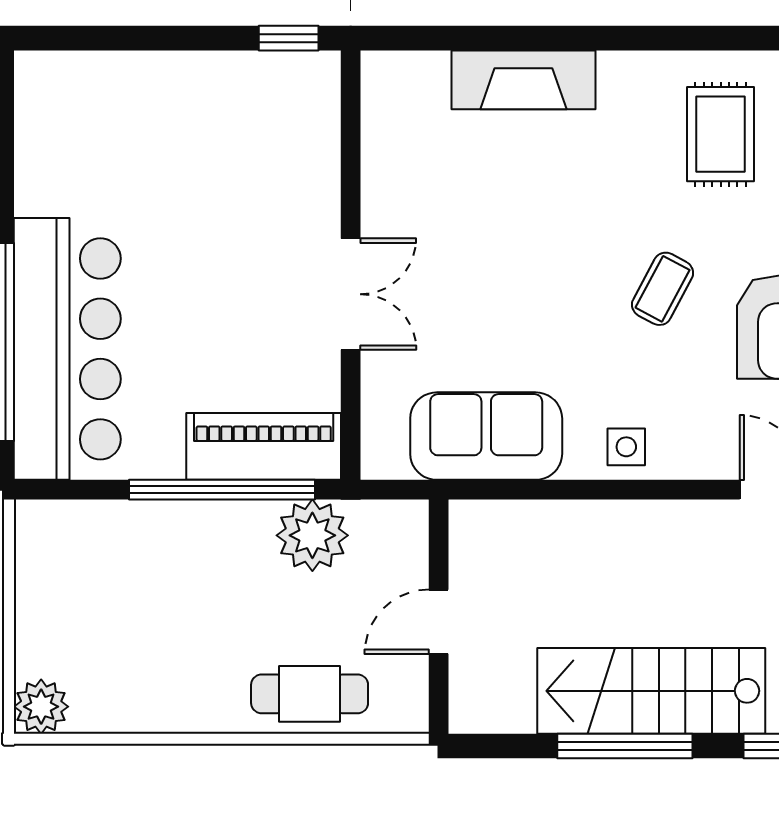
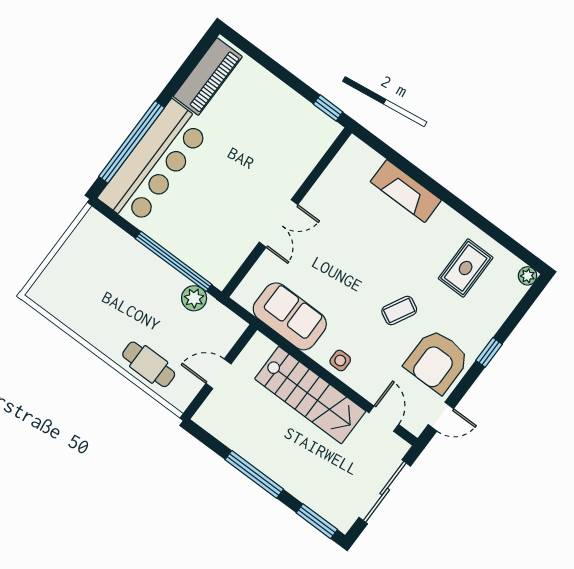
piano: (264, 446) -> (208, 77), moved, turned 90
plant: (312, 535) -> (194, 298), width x0.73, depth x0.73
stairs: (651, 691) -> (310, 395), moved, turned 180
plant: (41, 707) -> (42, 293), removed

